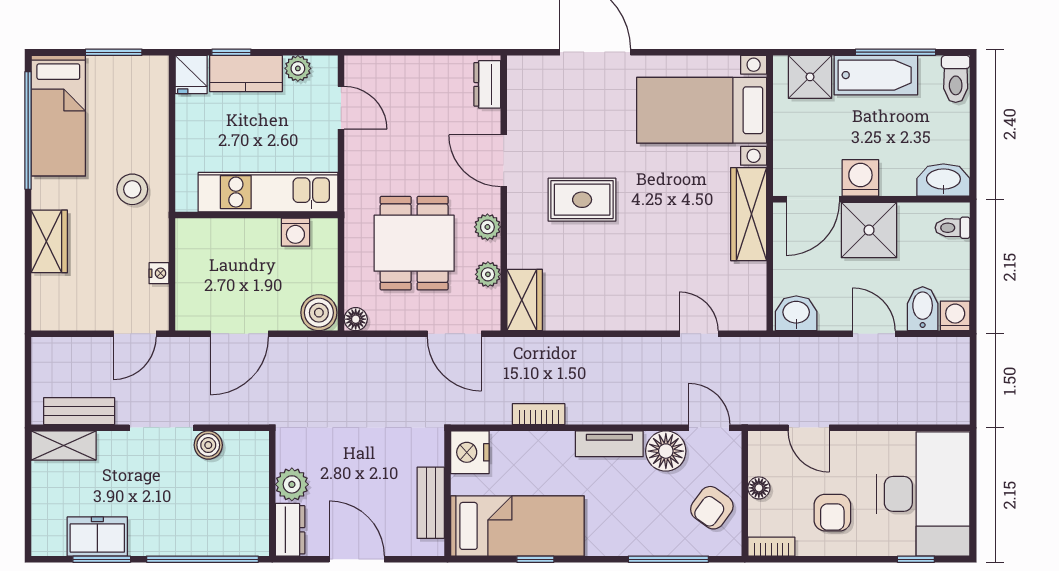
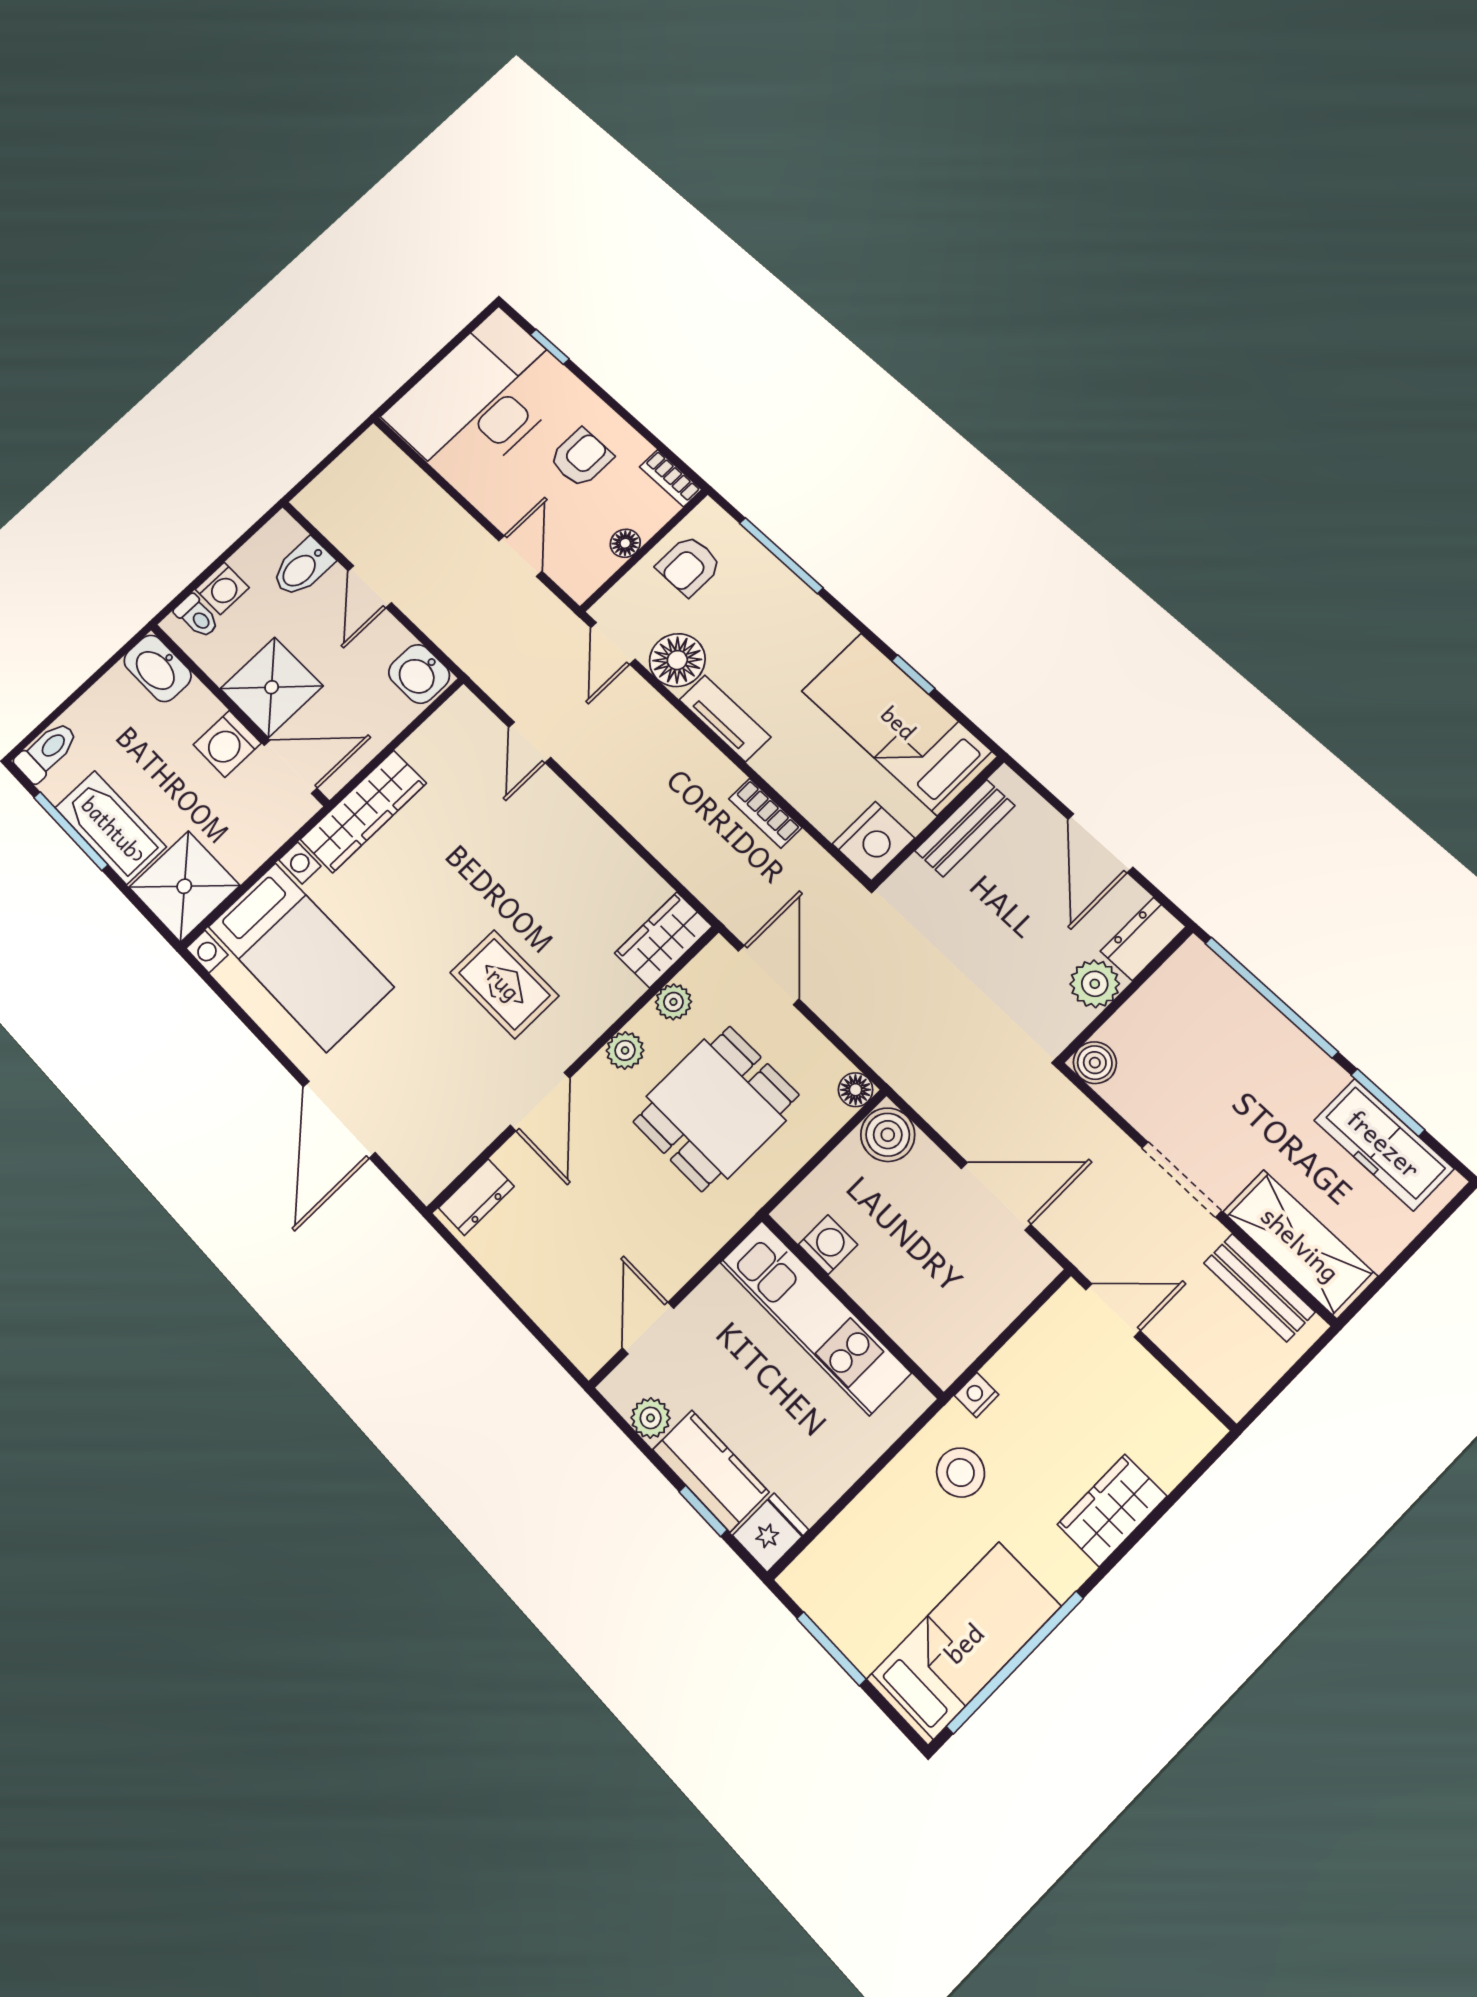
shower: (810, 77) -> (184, 886), width x1.36, depth x1.36
nightstand: (159, 273) -> (977, 1395), moved
washing machine: (955, 316) -> (222, 588), moved, turned -90
shelving: (64, 445) -> (1300, 1244), width x1.50, depth x1.33
boiler: (208, 445) -> (1095, 1063), moved
armchair: (712, 508) -> (689, 566), turned 144
freezer: (97, 536) -> (1384, 1144), width x1.40

